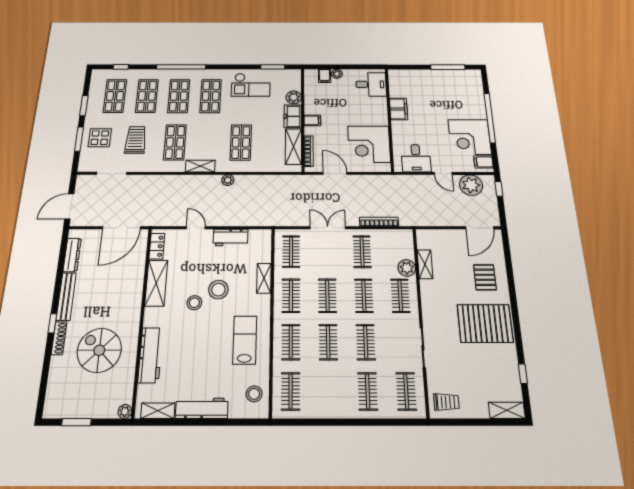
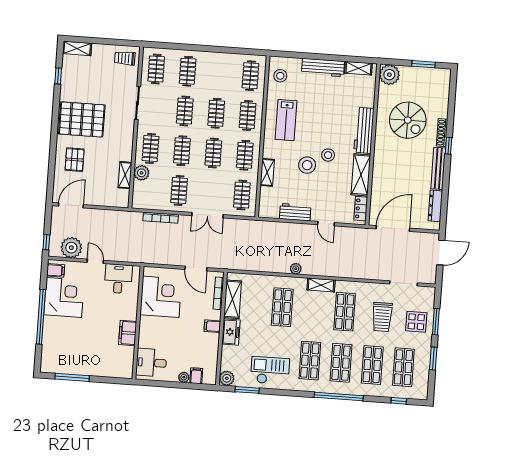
plant: (294, 97) -> (227, 378), moved
workbench: (150, 355) -> (364, 130), moved
plant: (125, 411) -> (389, 75), width x1.87, depth x1.87

